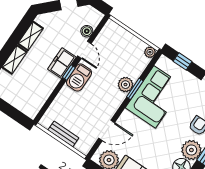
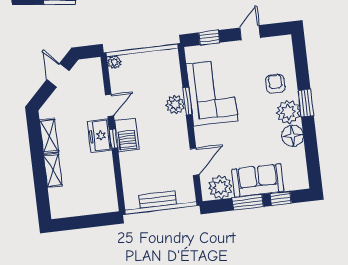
boiler: (87, 31) -> (97, 86), removed
door: (84, 50) -> (110, 105), hinge flipped
plant: (150, 52) -> (114, 62), moved

